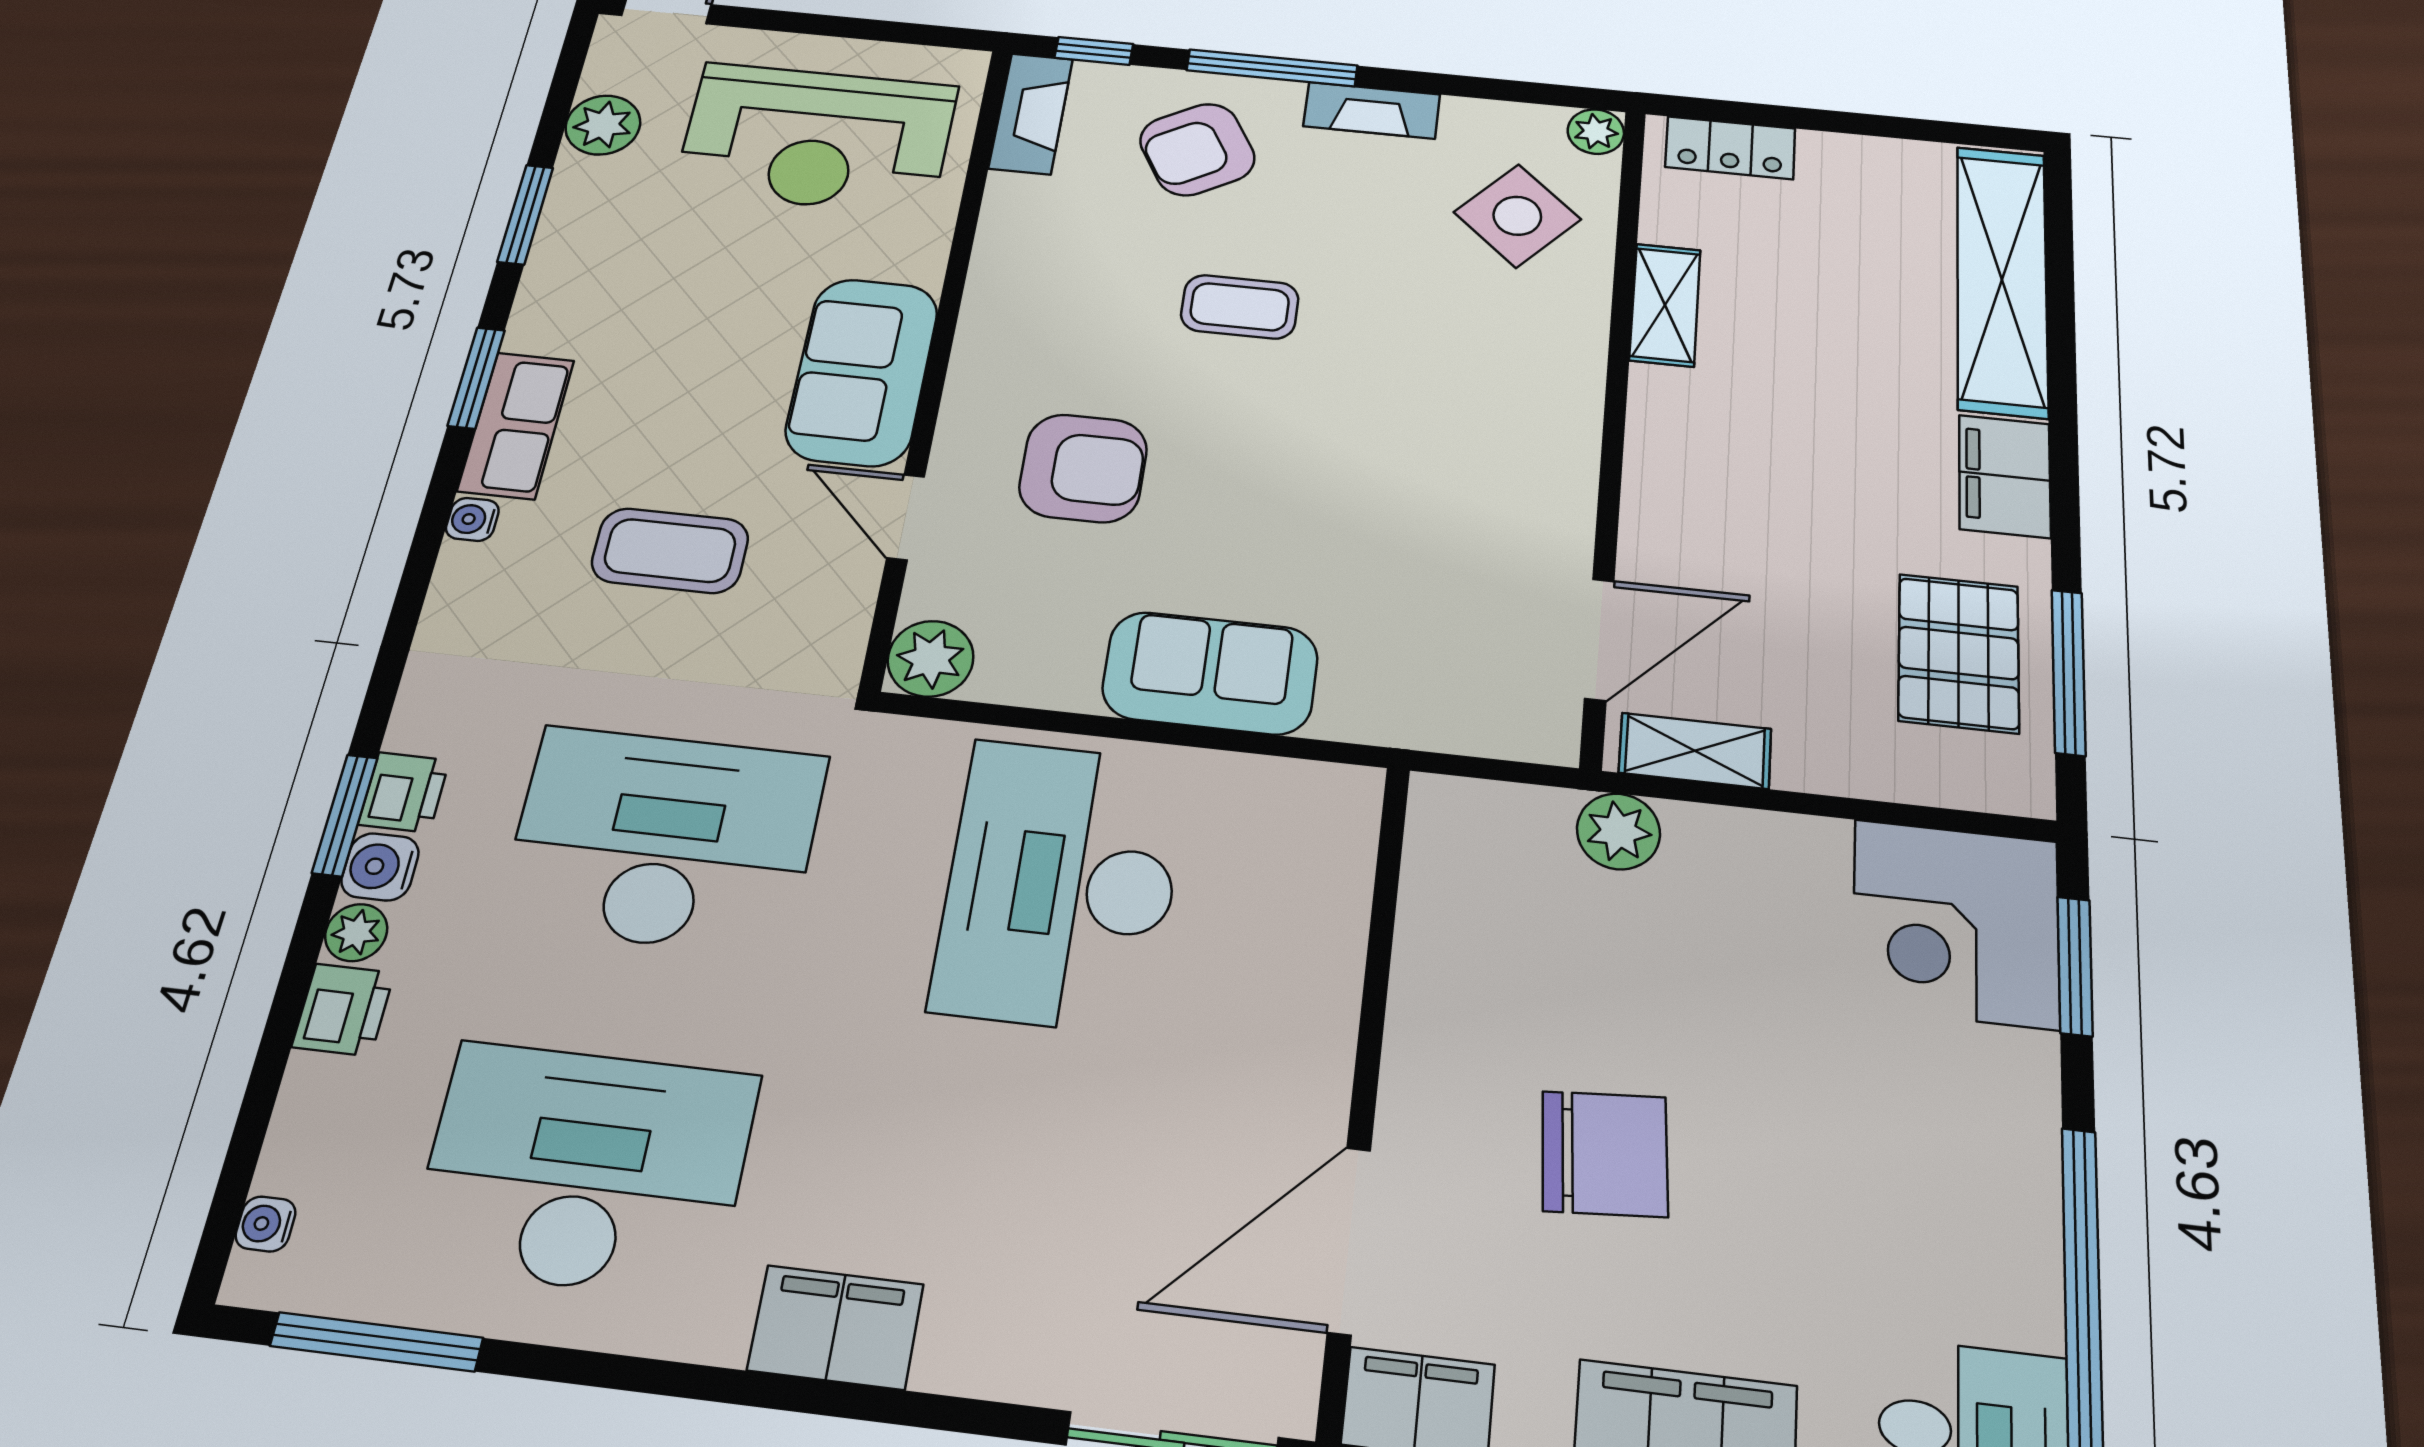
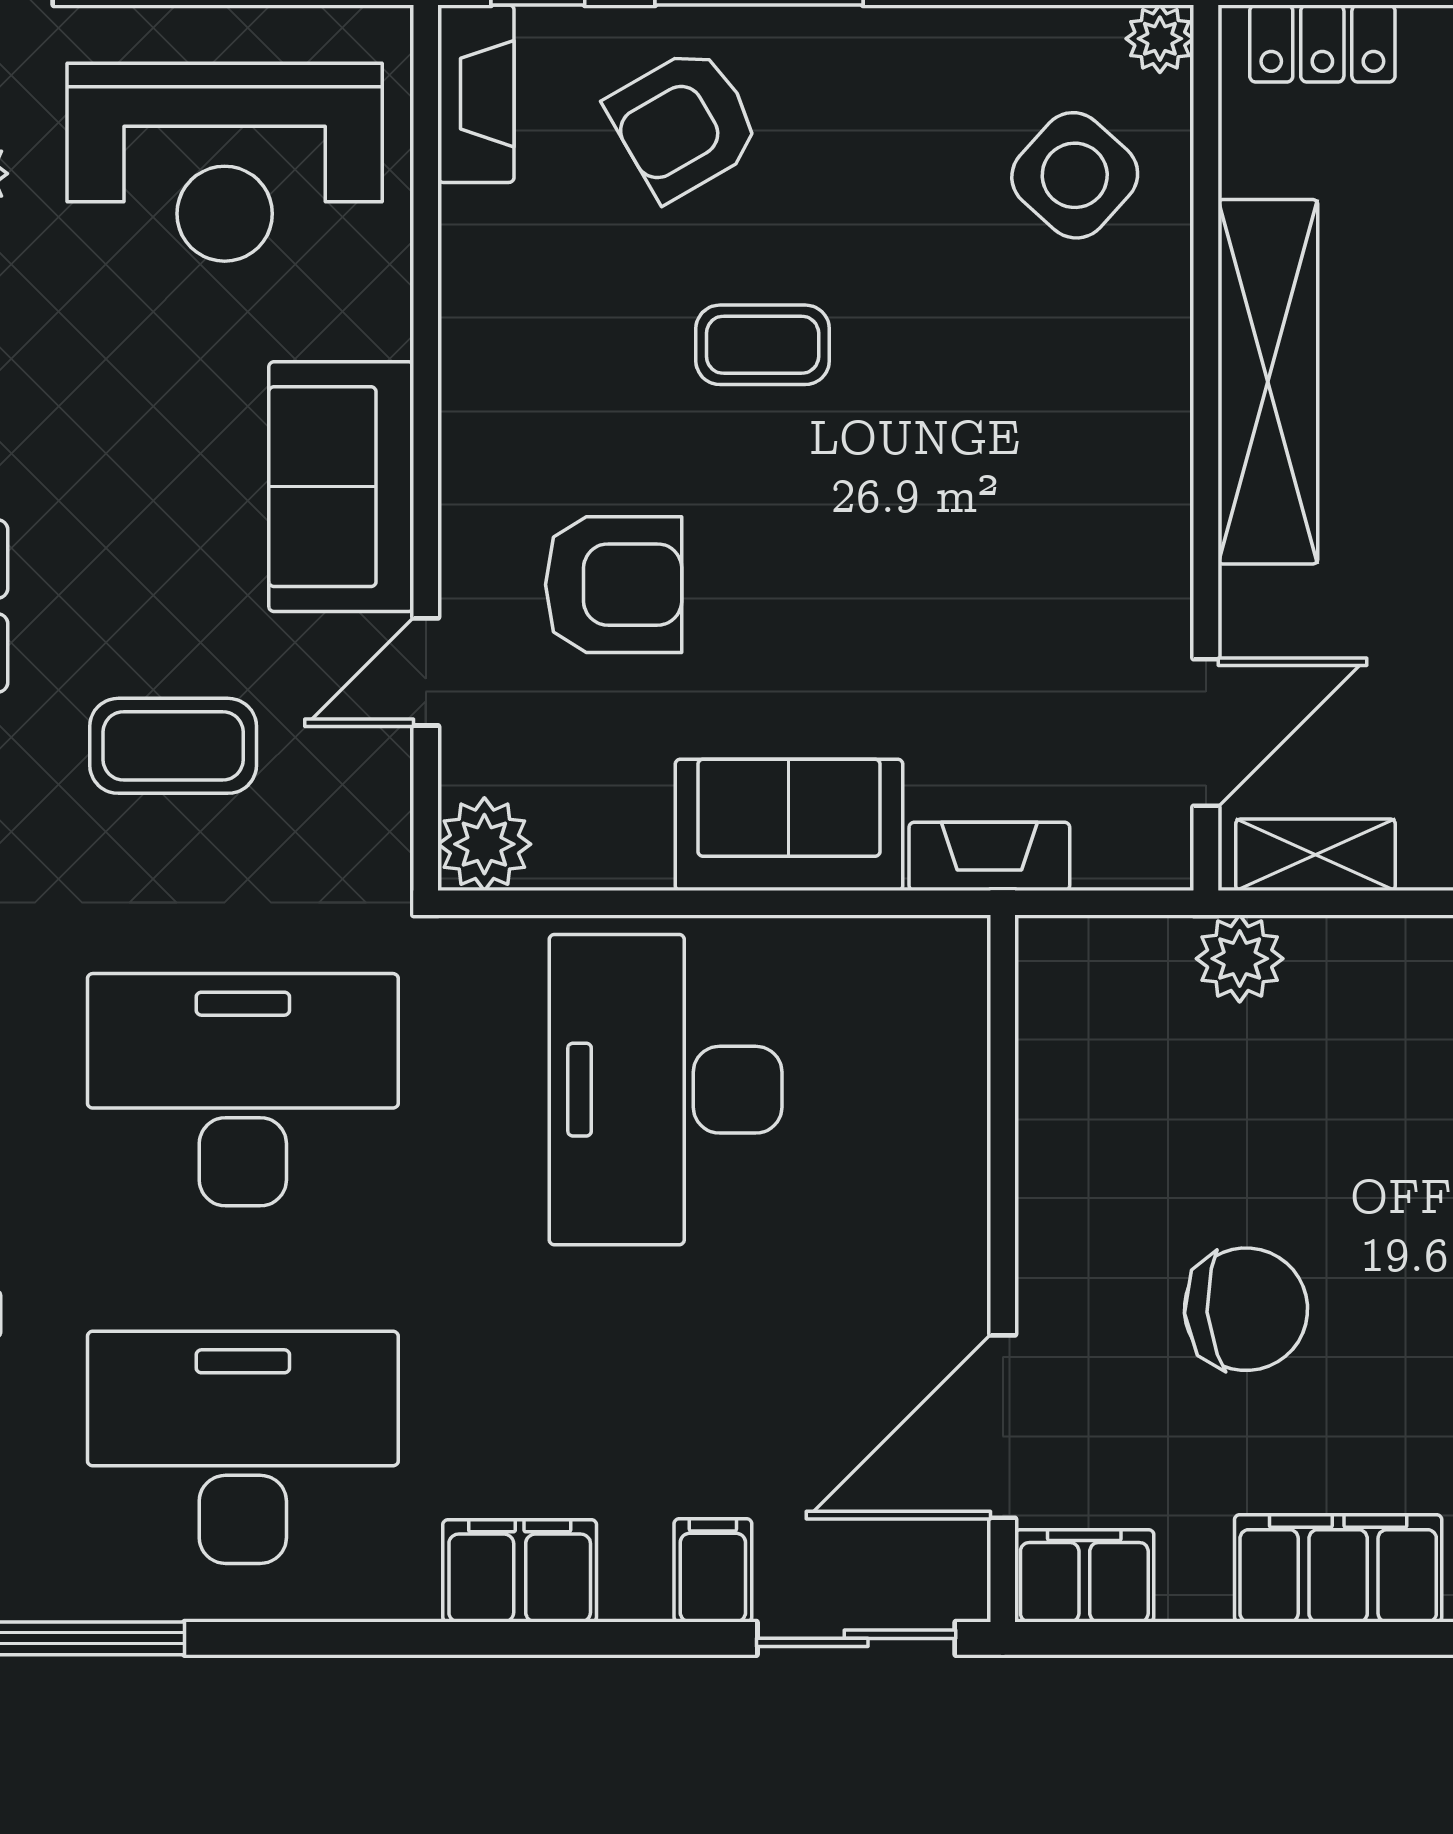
fireplace: (1372, 110) -> (989, 856), moved, turned 180
shelving: (1665, 305) -> (1268, 382), width x2.20, depth x1.33
door: (906, 517) -> (426, 672), hinge flipped
filing cabinet: (1034, 1351) -> (713, 1570), added

